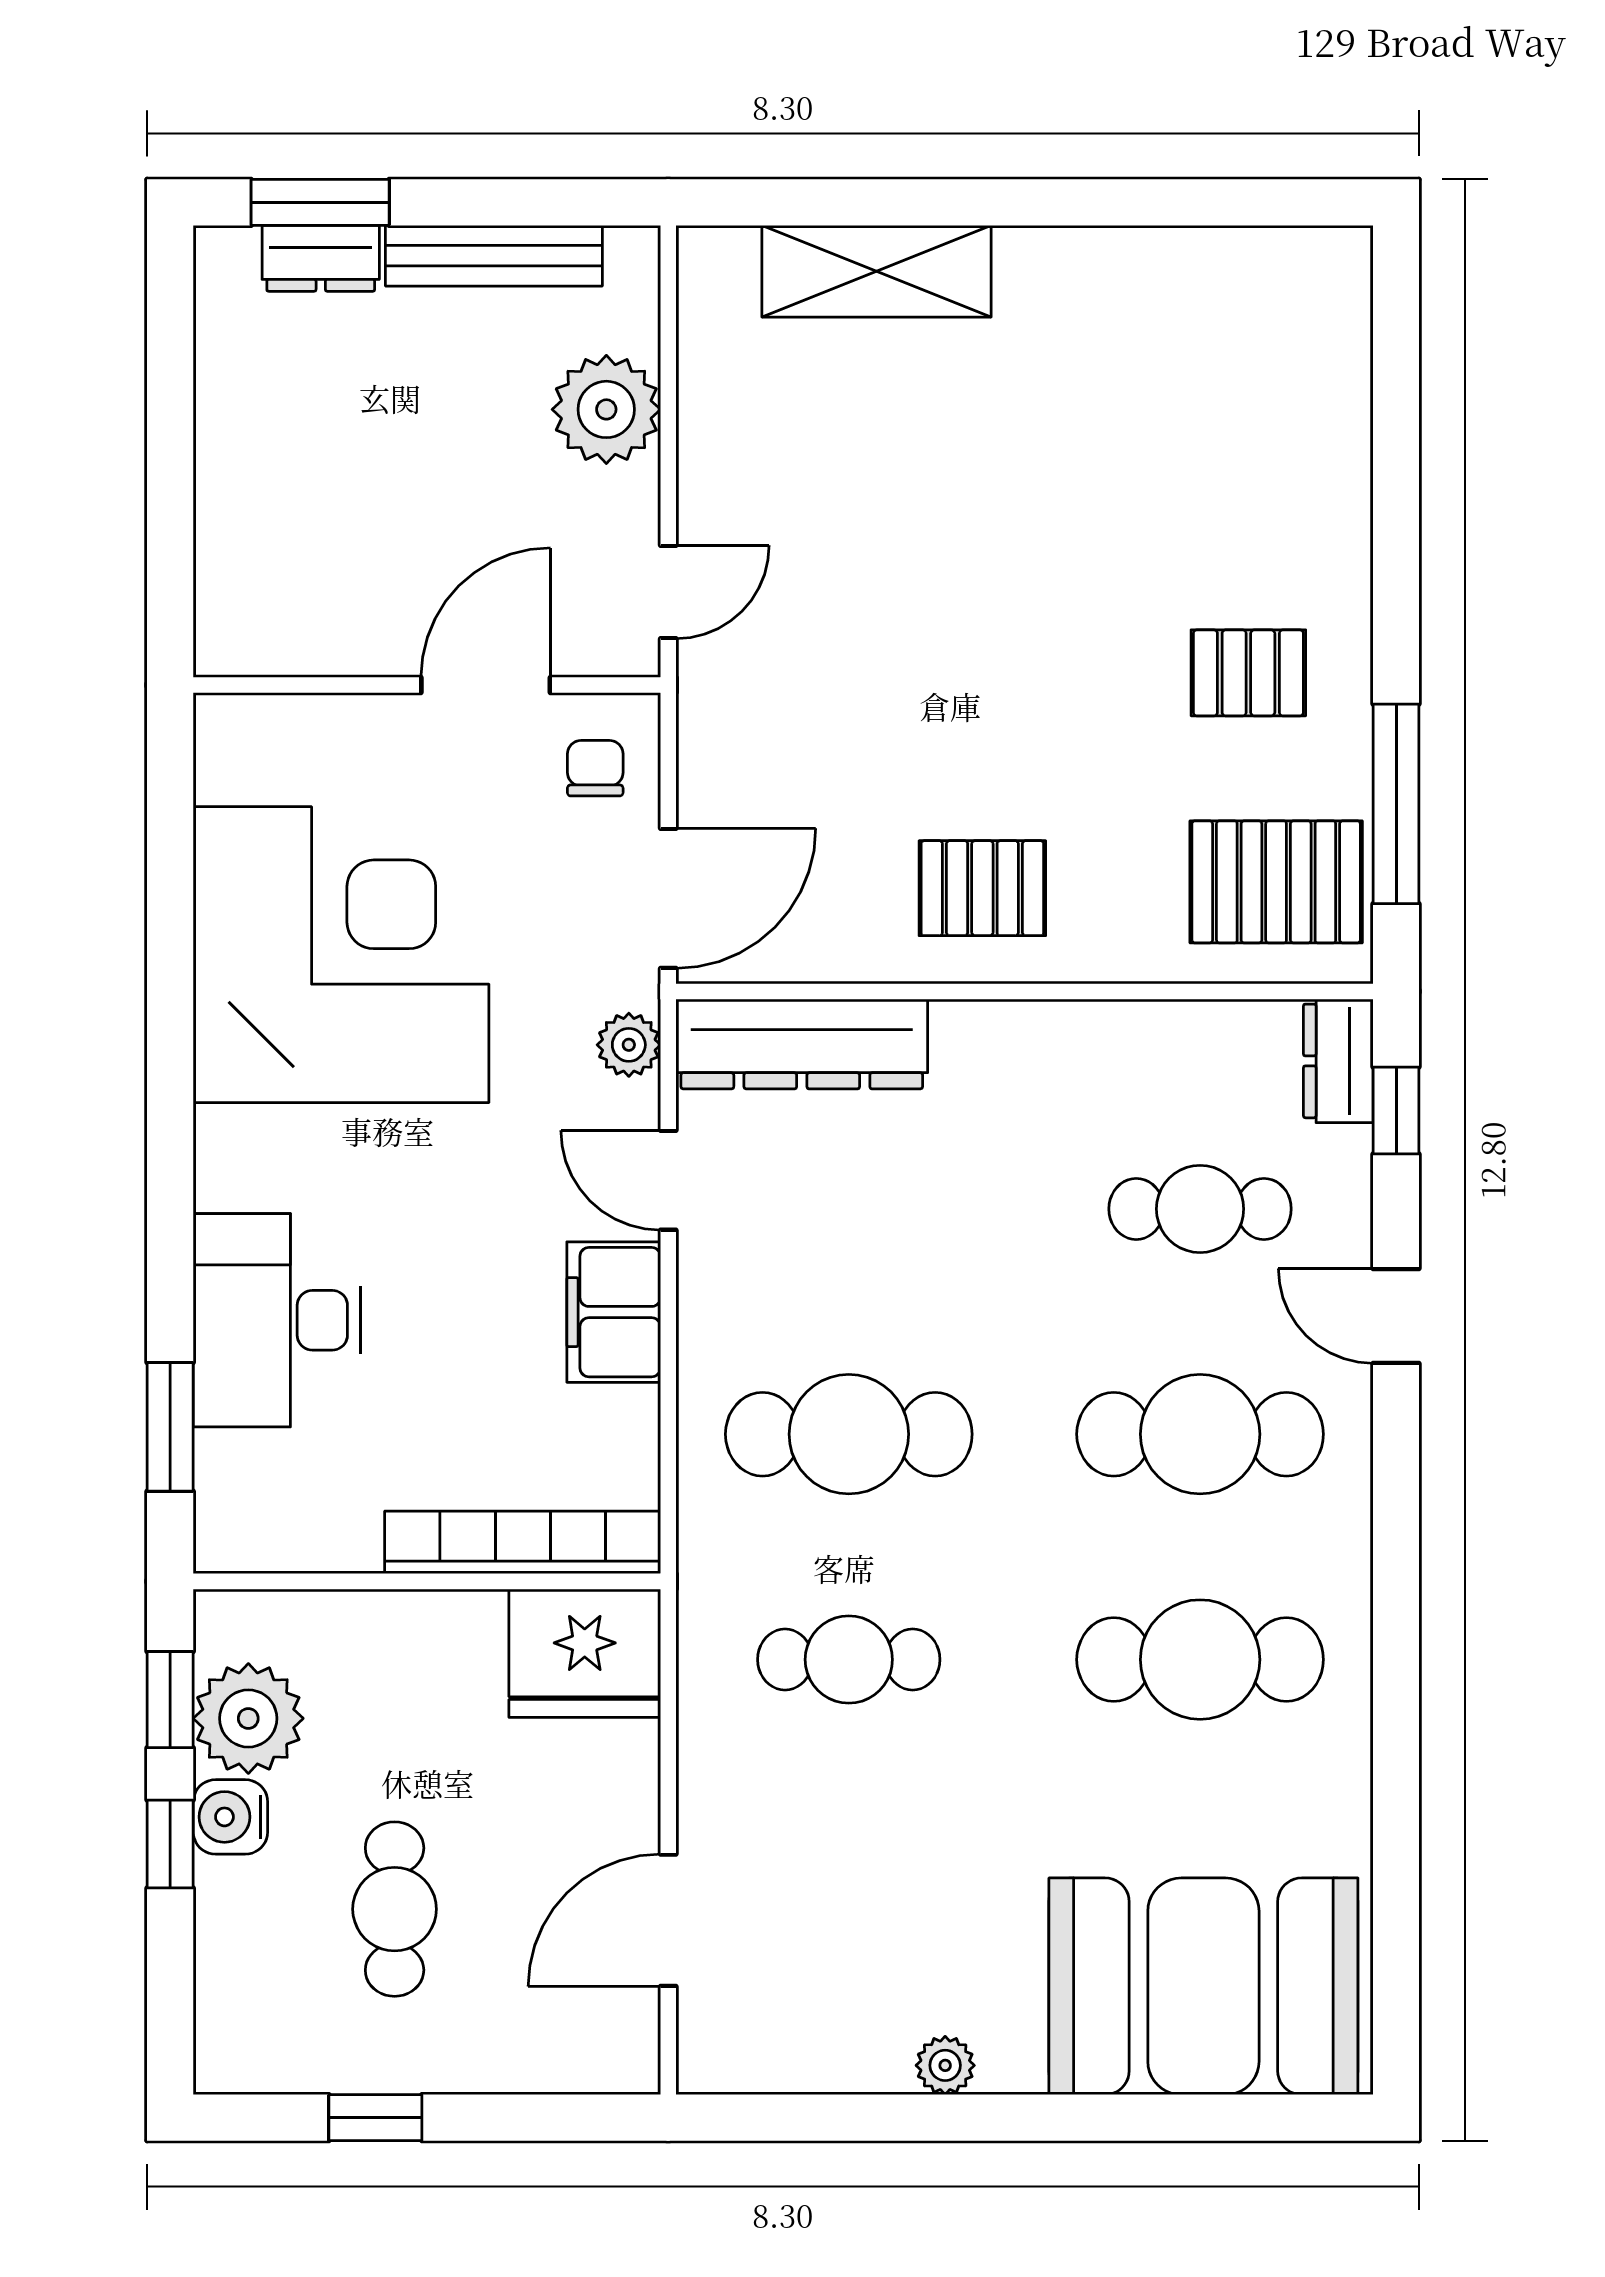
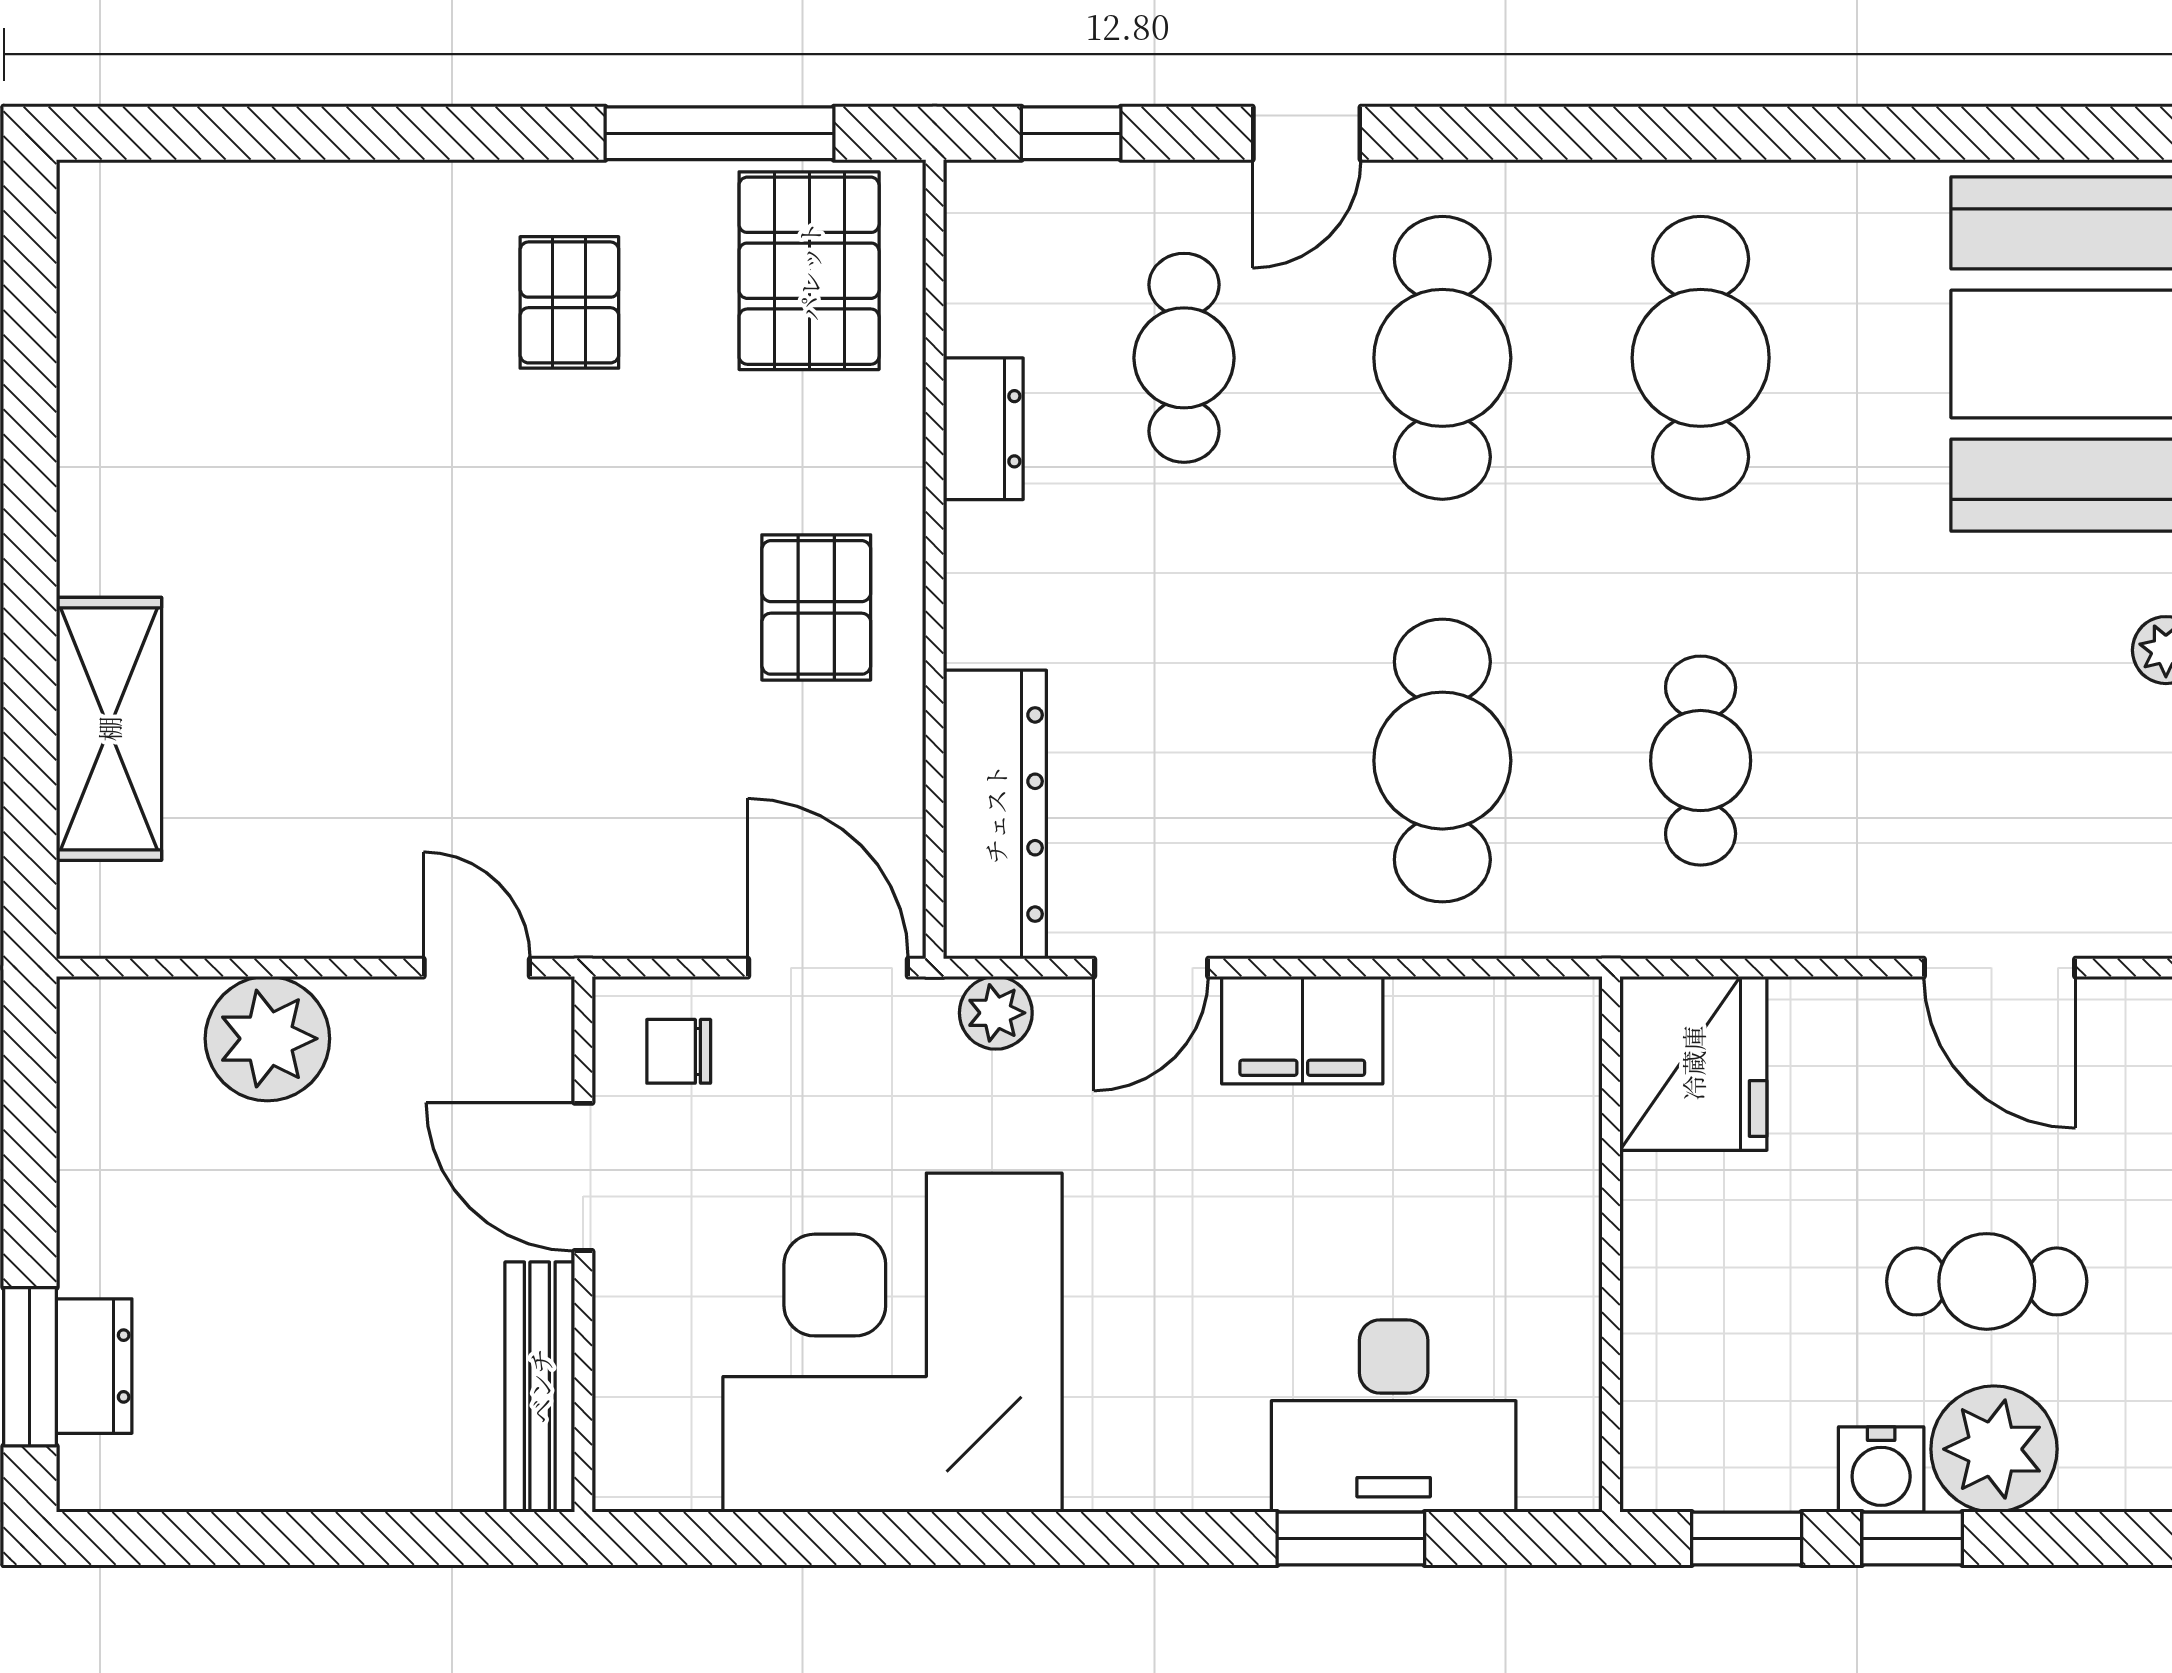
bench: (494, 256) -> (540, 1386), moved
dresser: (1338, 1061) -> (983, 429), moved, turned -90
desk: (277, 1320) -> (1394, 1416), moved
window: (170, 1427) -> (1351, 1539), moved
bookcase: (523, 1542) -> (1566, 1135), removed
plant: (248, 1718) -> (1994, 1449), moved

